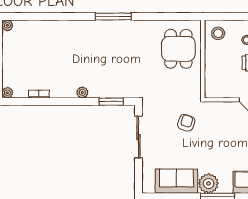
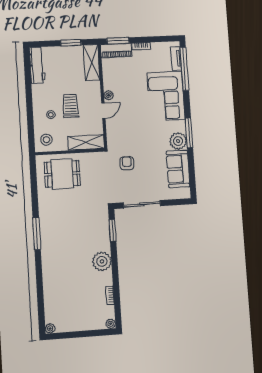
shelving: (213, 78) -> (86, 142), added
plant: (82, 92) -> (102, 261), width x1.87, depth x1.87
armchair: (186, 123) -> (127, 163), turned 72

